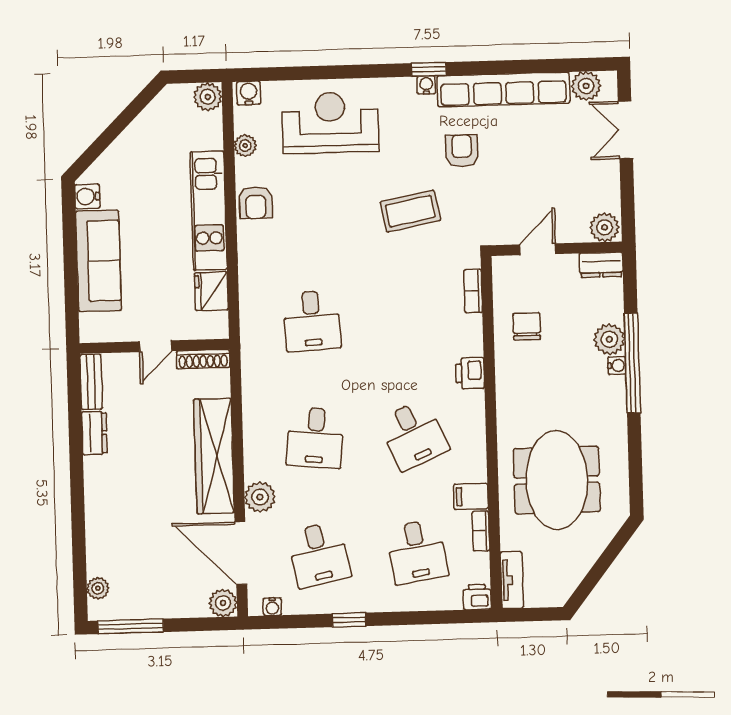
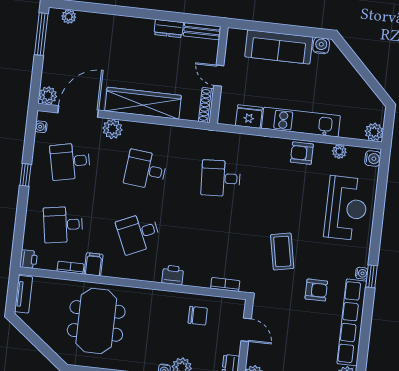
meeting table: (557, 480) -> (96, 321), turned 90
tv unit: (512, 580) -> (24, 294), moved, turned -90

